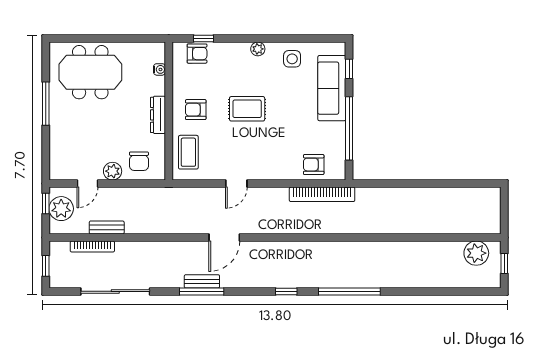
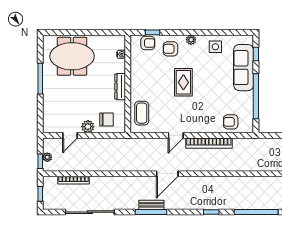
rug: (247, 109) -> (183, 82), turned 90
armchair: (196, 110) -> (170, 49), moved
chair: (139, 161) -> (107, 119), turned -90
bookcase: (322, 194) -> (209, 143), moved
window: (46, 203) -> (40, 161), moved
plant: (61, 209) -> (47, 157), width x0.53, depth x0.53
bench: (107, 228) -> (84, 167), removed

